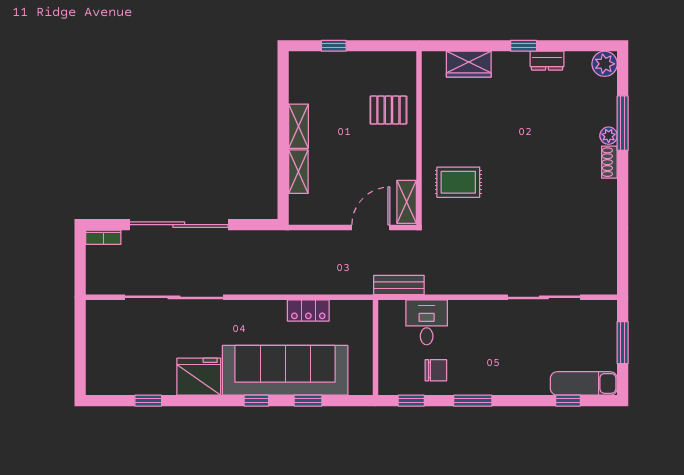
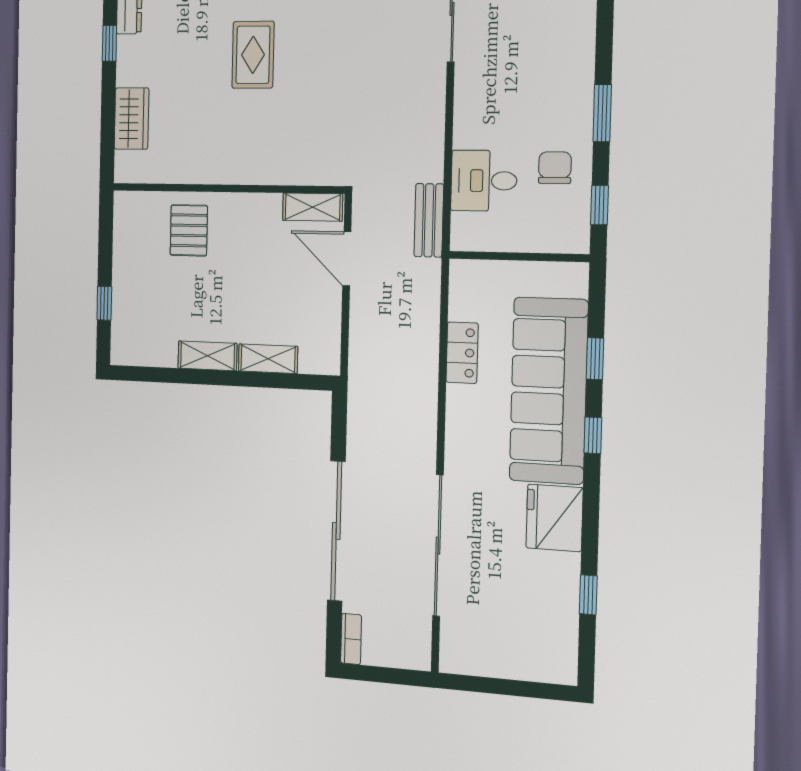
rug: (458, 182) -> (253, 55), moved

